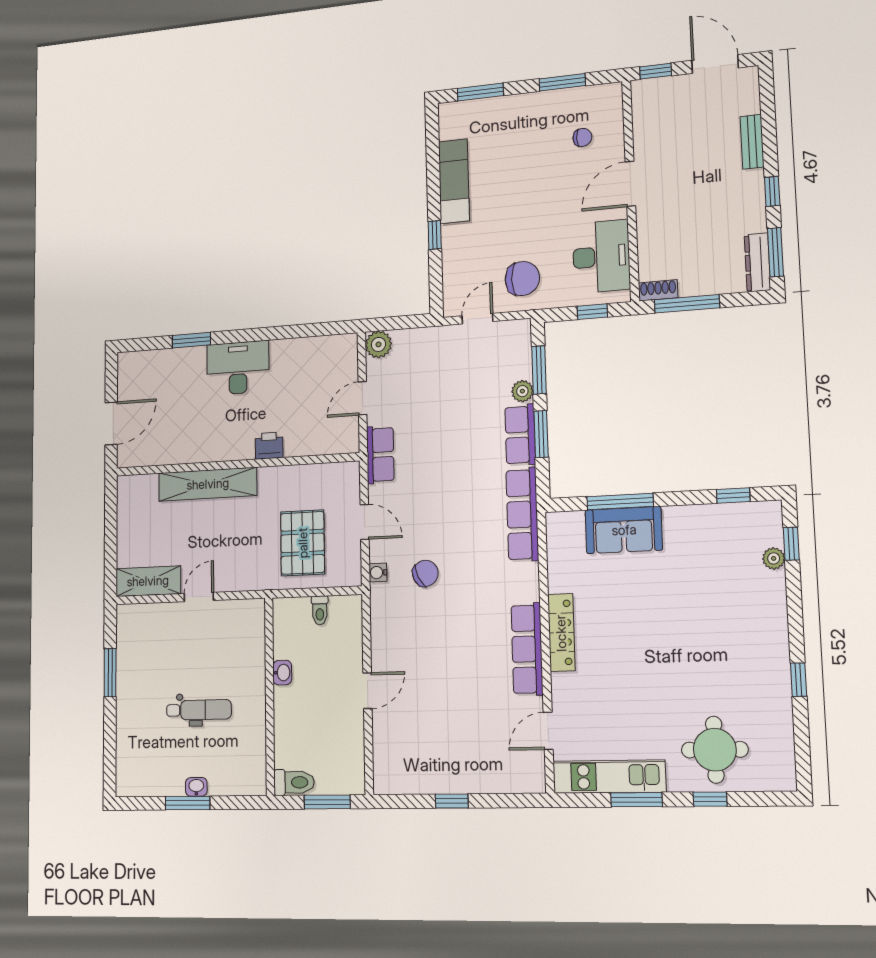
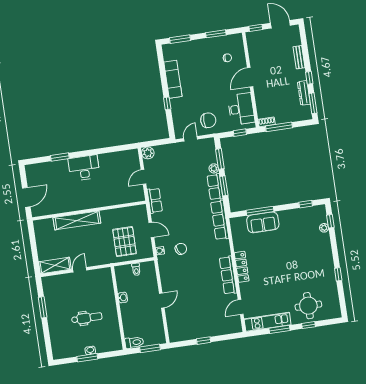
dresser: (757, 262) -> (304, 93), moved
printer: (269, 446) -> (103, 201), removed

